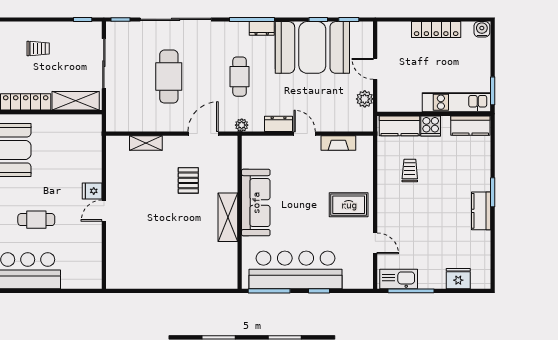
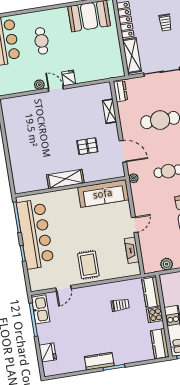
dresser: (279, 124) -> (120, 91), moved
sofa: (256, 203) -> (103, 194), moved
plant: (95, 232) -> (39, 85), added

